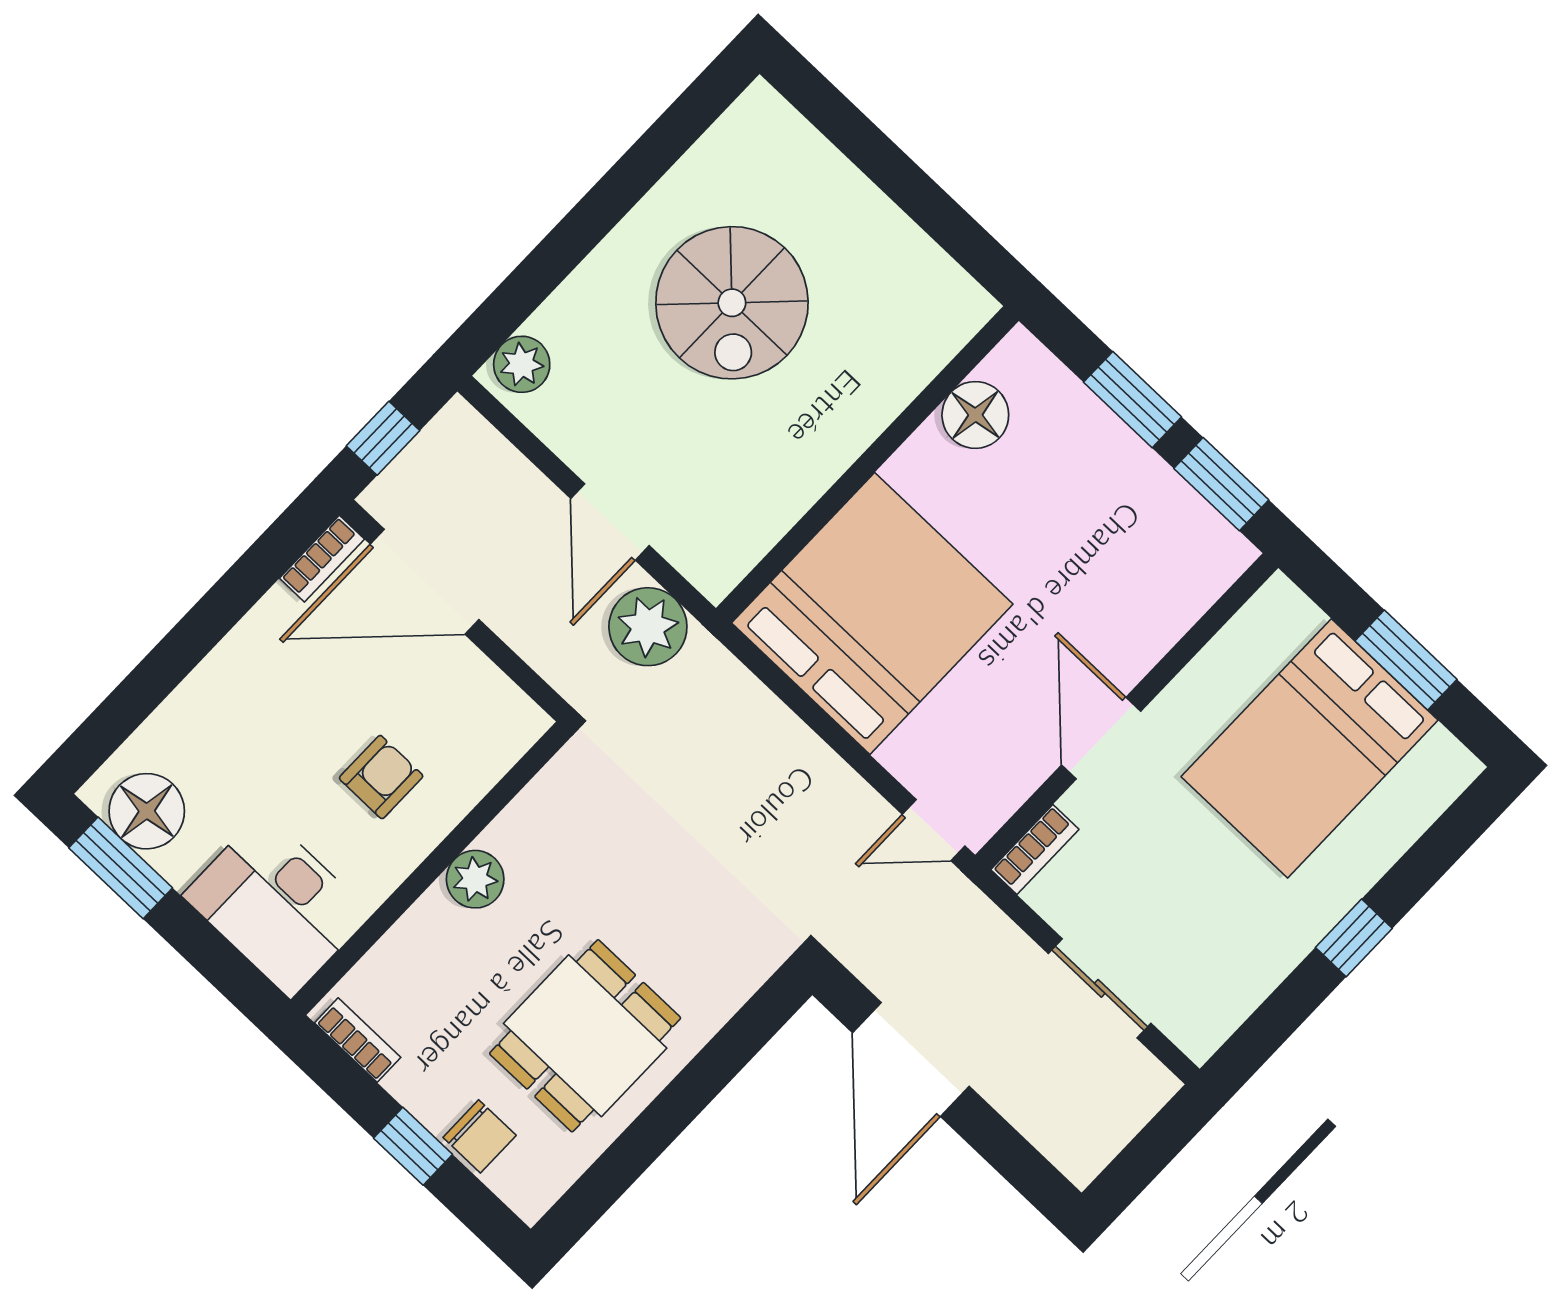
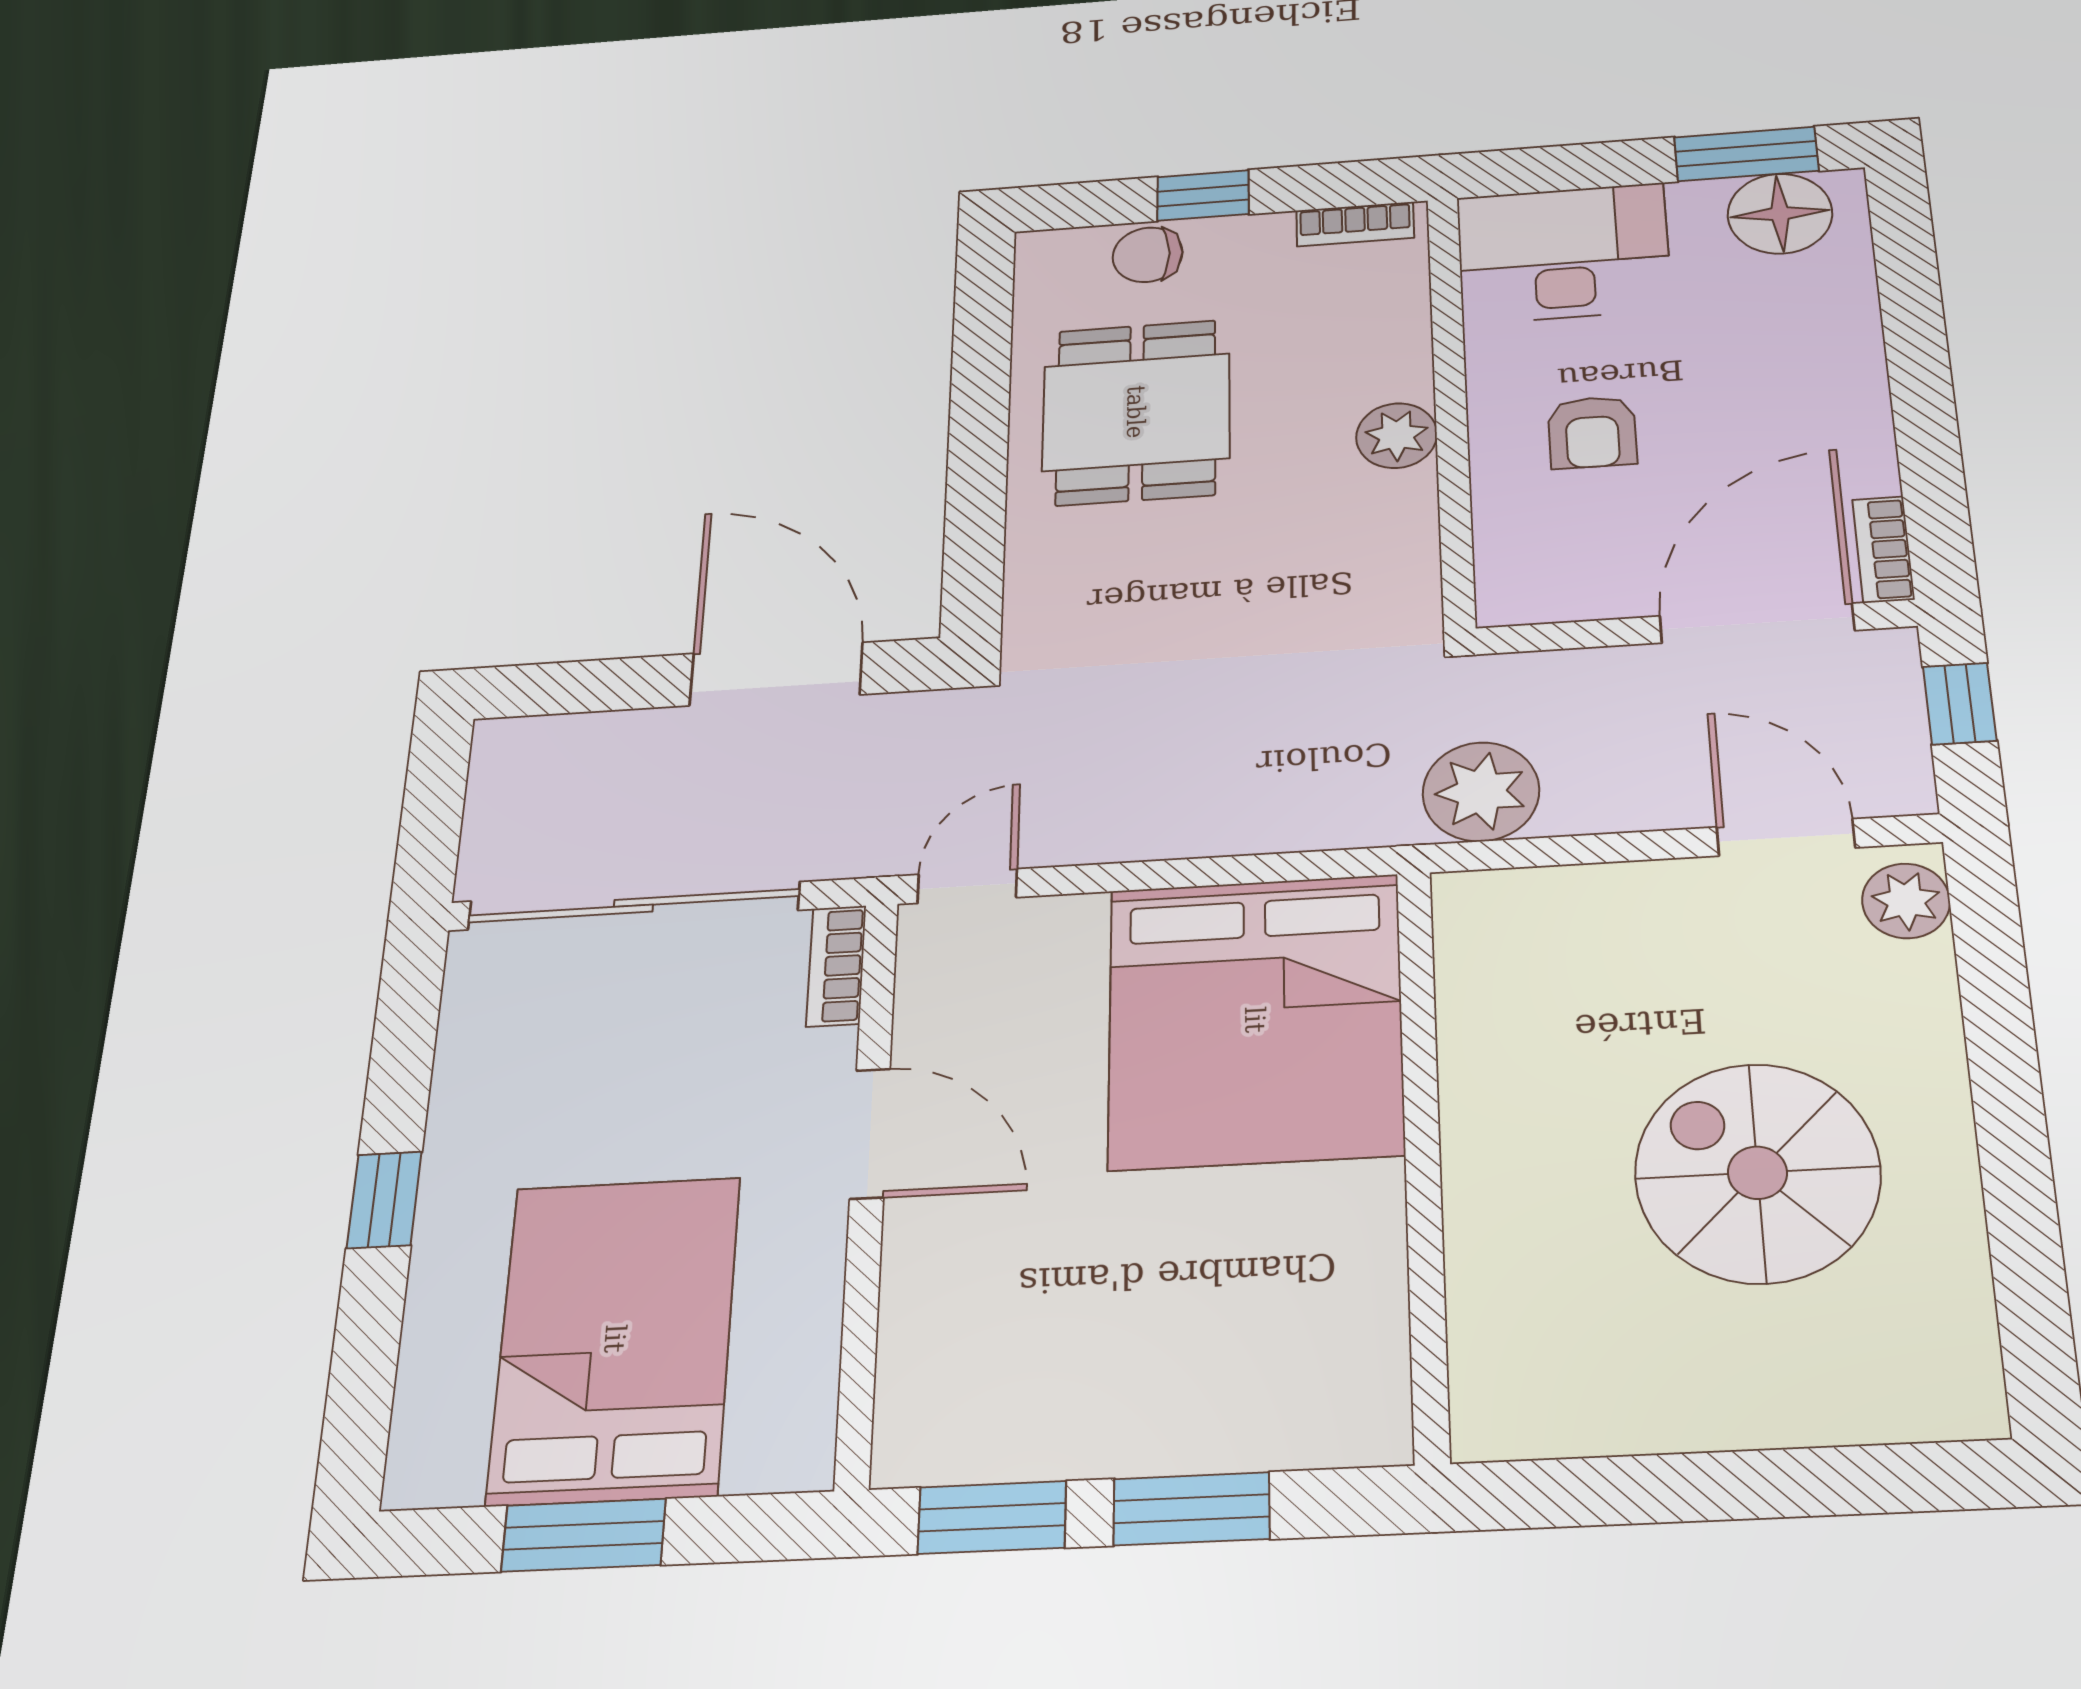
floor lamp: (975, 415) -> (1357, 1319), removed
door: (610, 522) -> (1786, 837), moved
sliding door: (1100, 988) -> (633, 906), width x1.86

